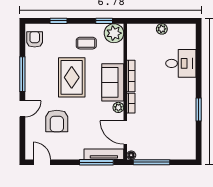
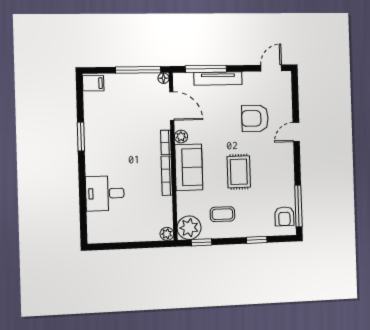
plant: (162, 29) -> (167, 234), moved
window: (22, 74) -> (298, 206), moved
rug: (72, 77) -> (239, 172), width x0.73, depth x0.70
armchair: (57, 121) -> (255, 118), turned -90
filing cabinet: (188, 152) -> (93, 83), added
tv unit: (104, 154) -> (218, 79), moved
door: (42, 162) -> (271, 68), swing flipped

